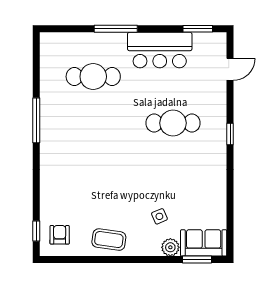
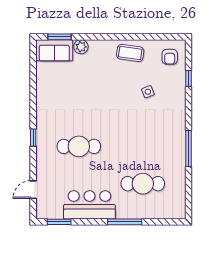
side table: (159, 216) -> (148, 92), moved
window: (36, 231) -> (189, 78), moved

